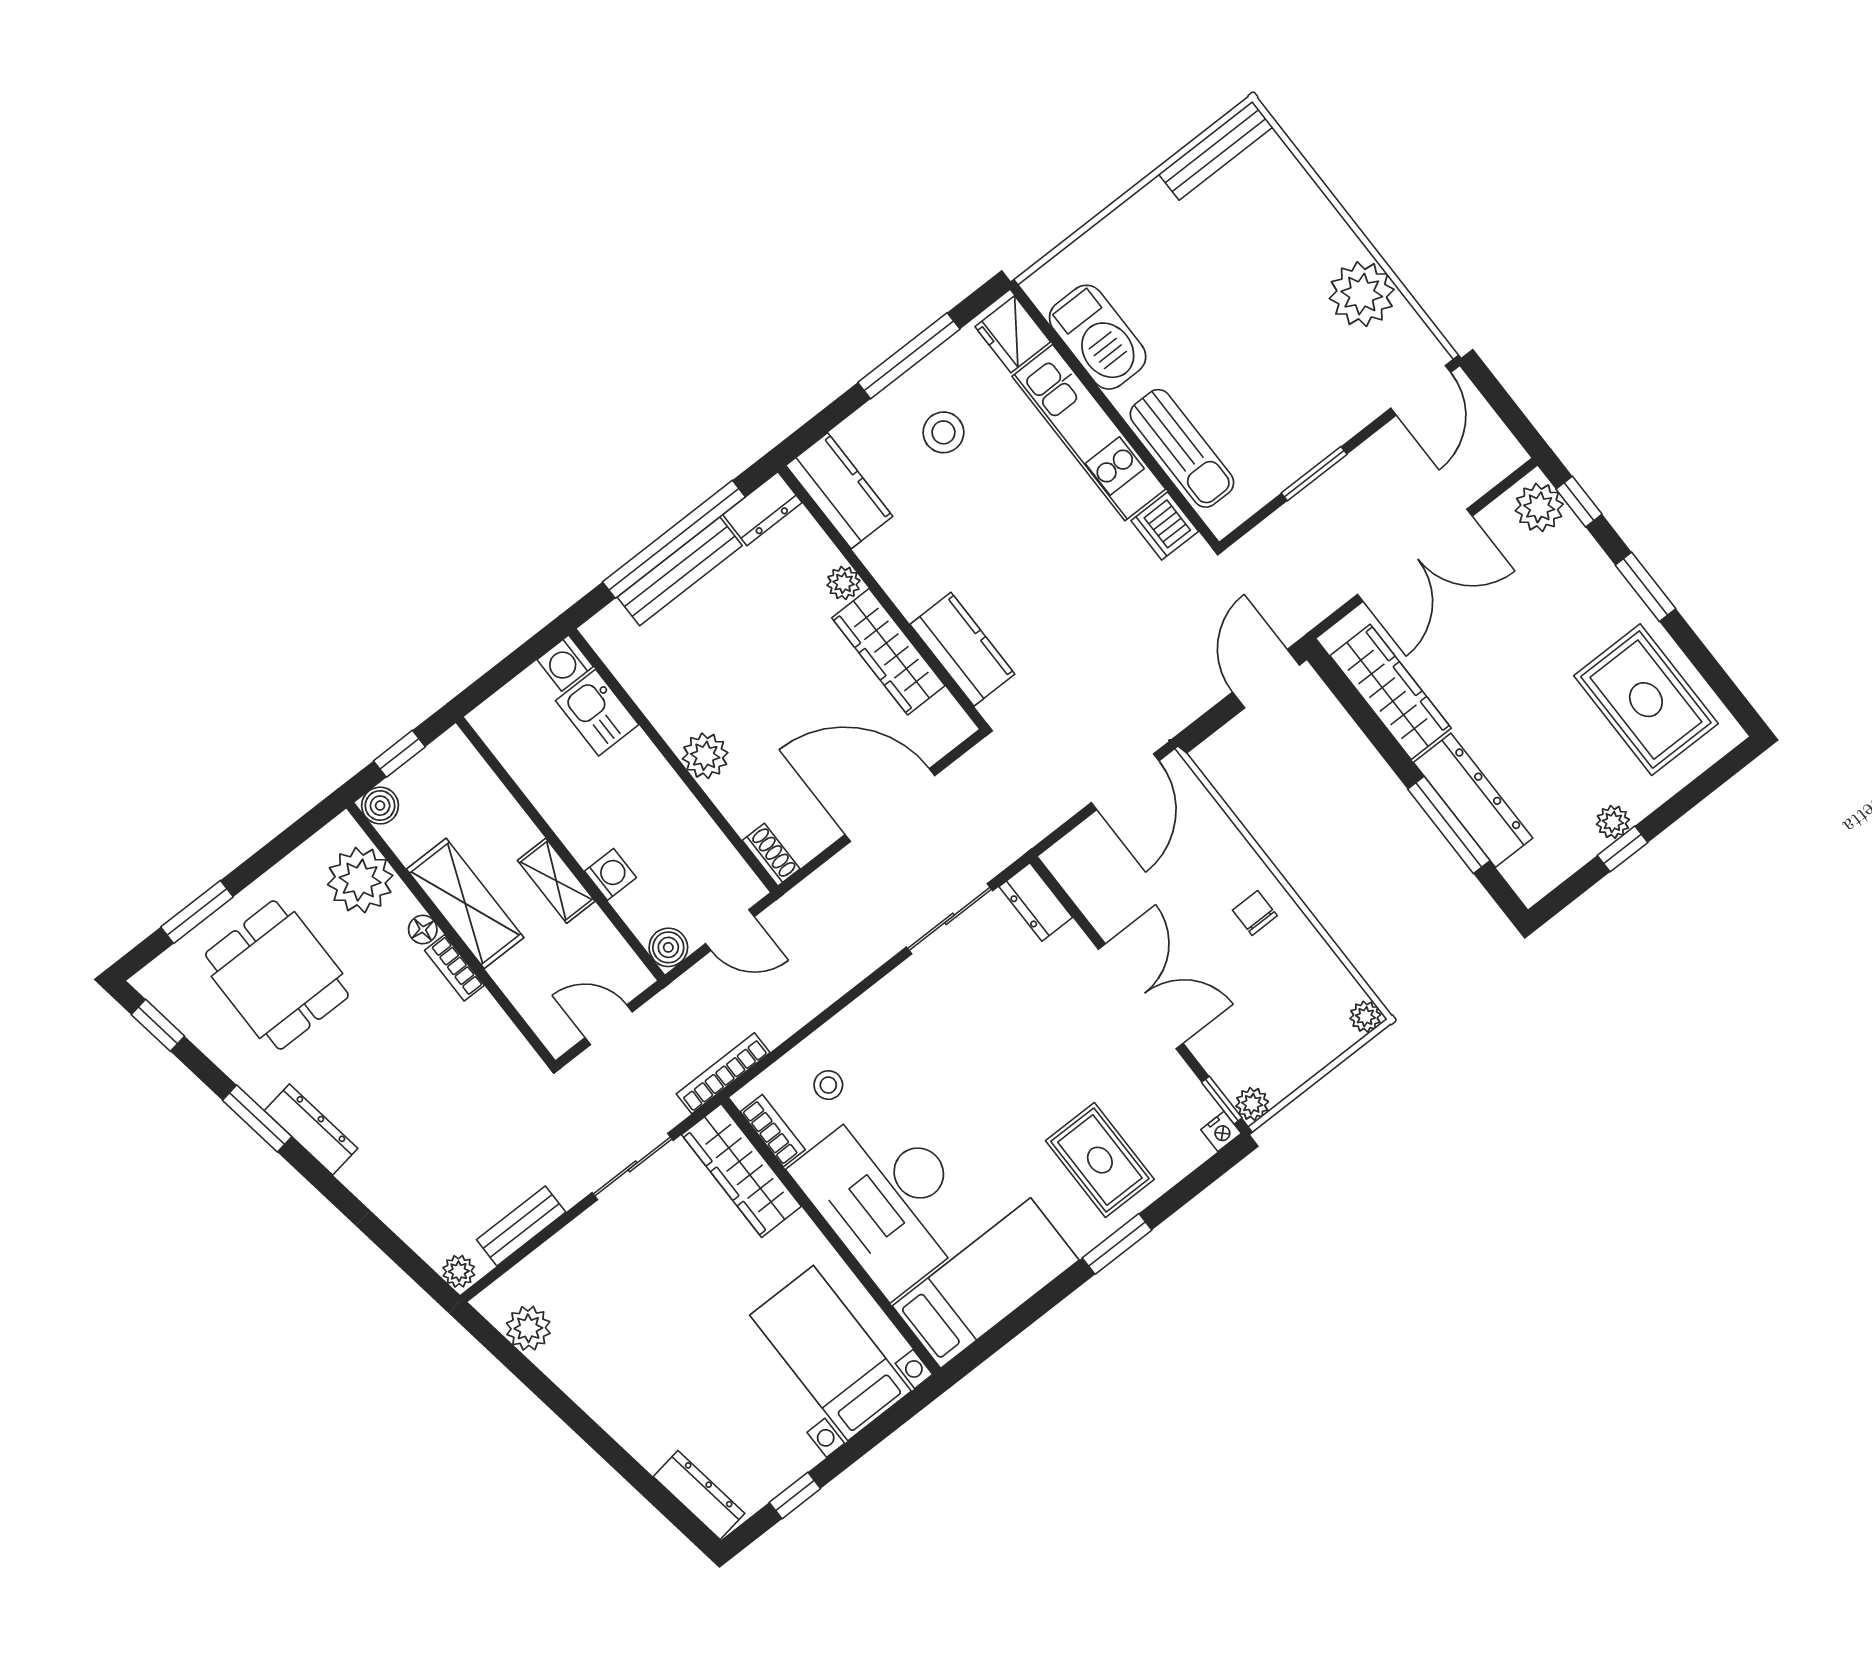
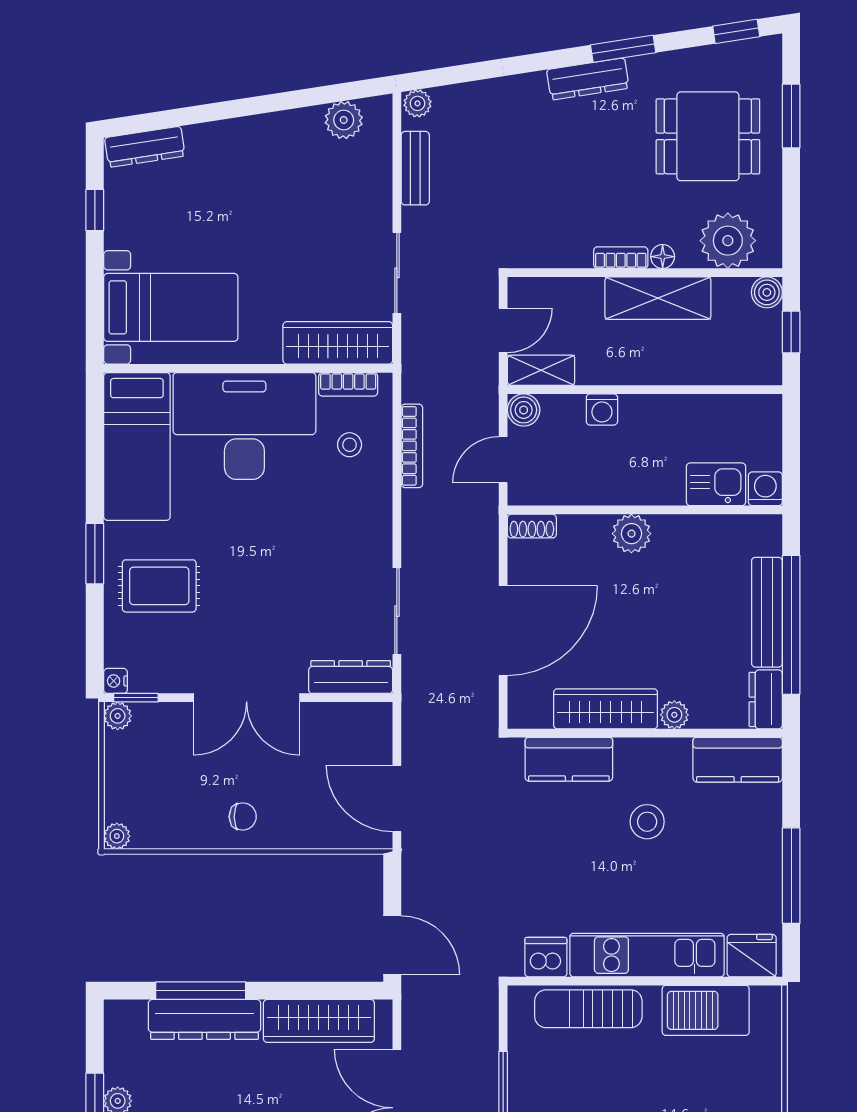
stool: (943, 432) -> (647, 822), moved
shelving: (556, 881) -> (541, 370), moved
dresser: (1036, 902) -> (351, 677), width x1.44
bookcase: (723, 1073) -> (412, 446), moved

